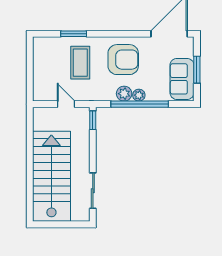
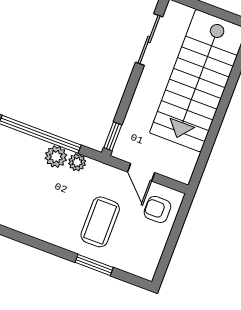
armchair: (123, 60) -> (157, 209), moved, width x0.53, depth x0.53
plant: (139, 95) -> (77, 162), moved

